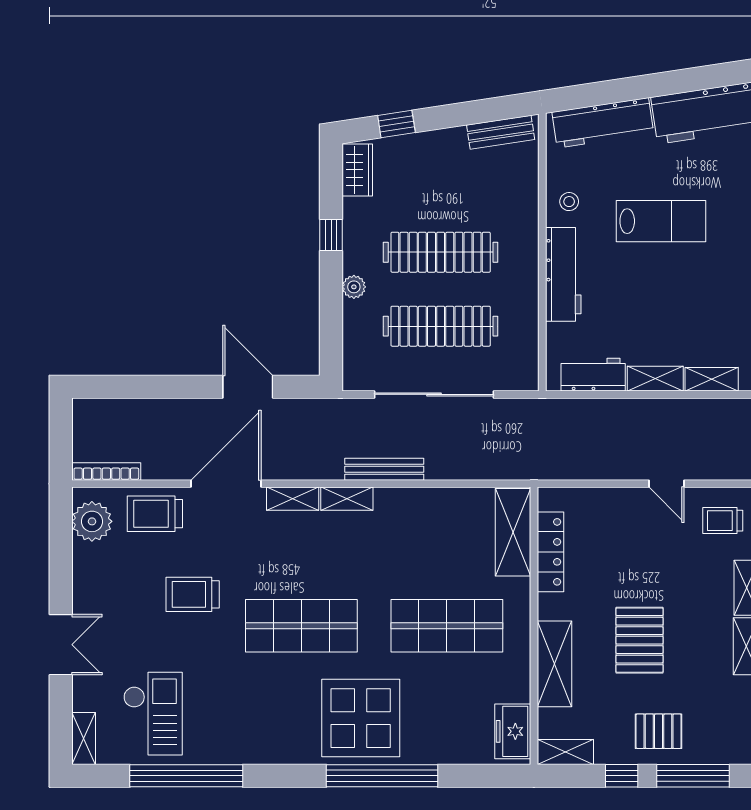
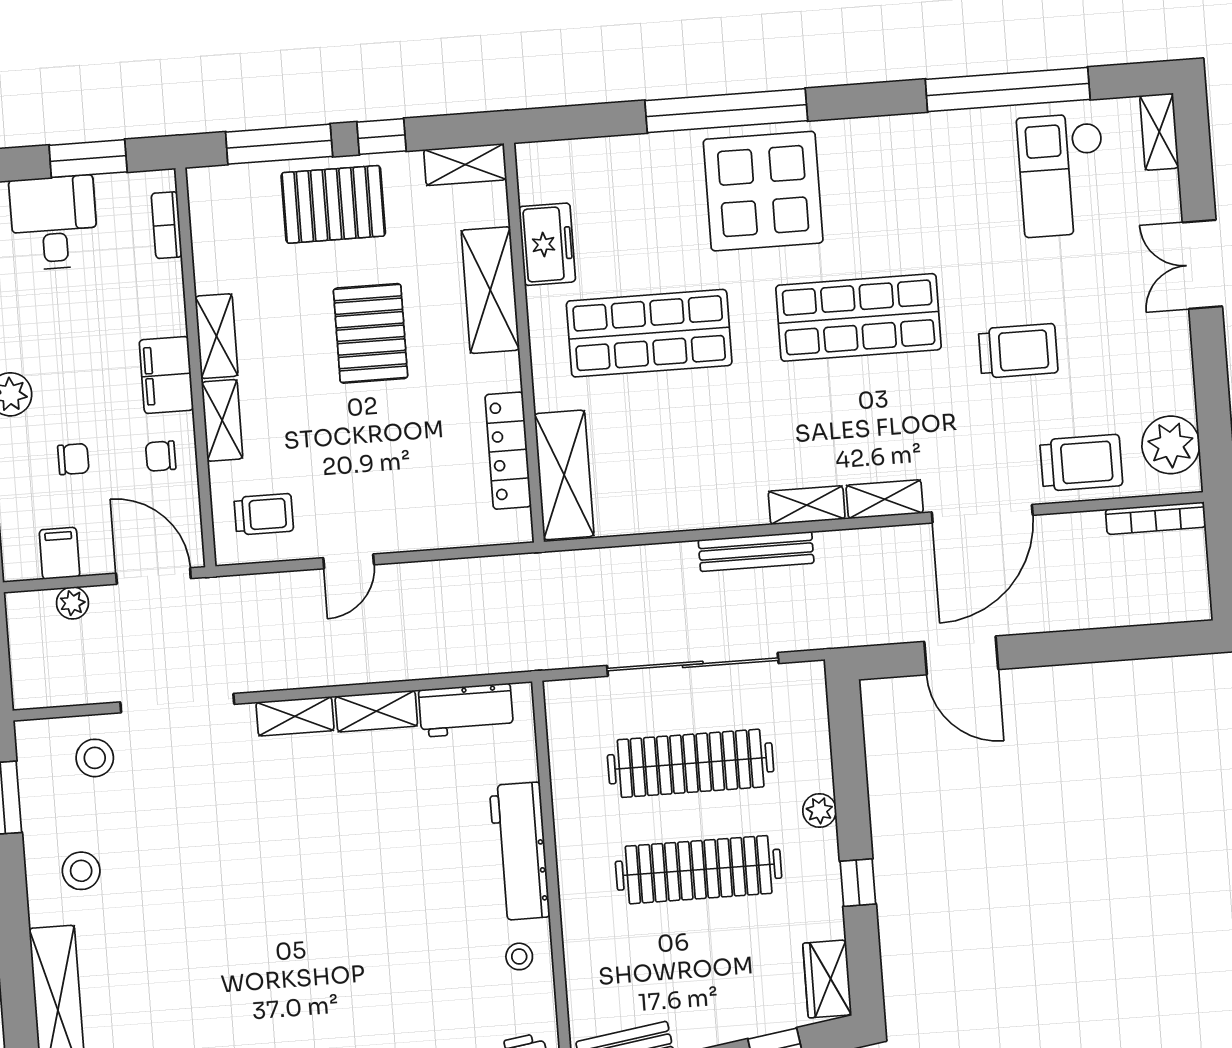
lab bench: (661, 221) -> (385, 938), removed
door: (667, 484) -> (349, 561), swing flipped
freezer: (513, 731) -> (547, 244), moved
pallet: (659, 731) -> (333, 204), width x1.50, depth x1.42

